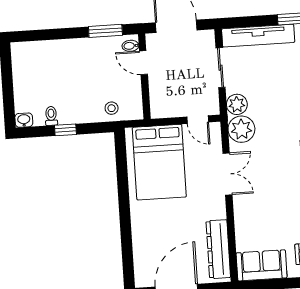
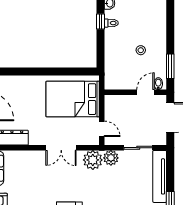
stool: (112, 108) -> (141, 50), moved
door: (198, 120) -> (102, 129), swing flipped
window: (65, 130) -> (101, 21), moved

